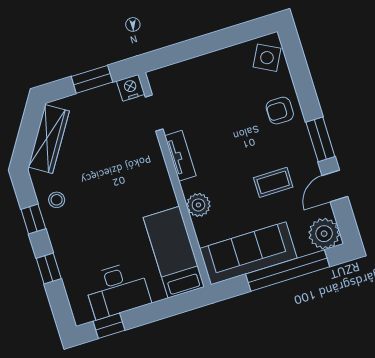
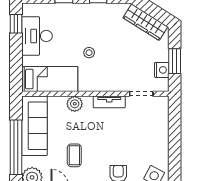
nightstand: (131, 88) -> (162, 70), moved
stool: (57, 200) -> (89, 53), moved

